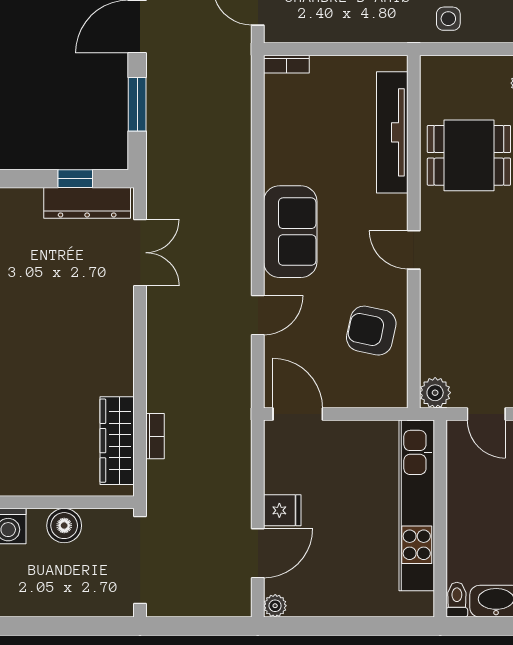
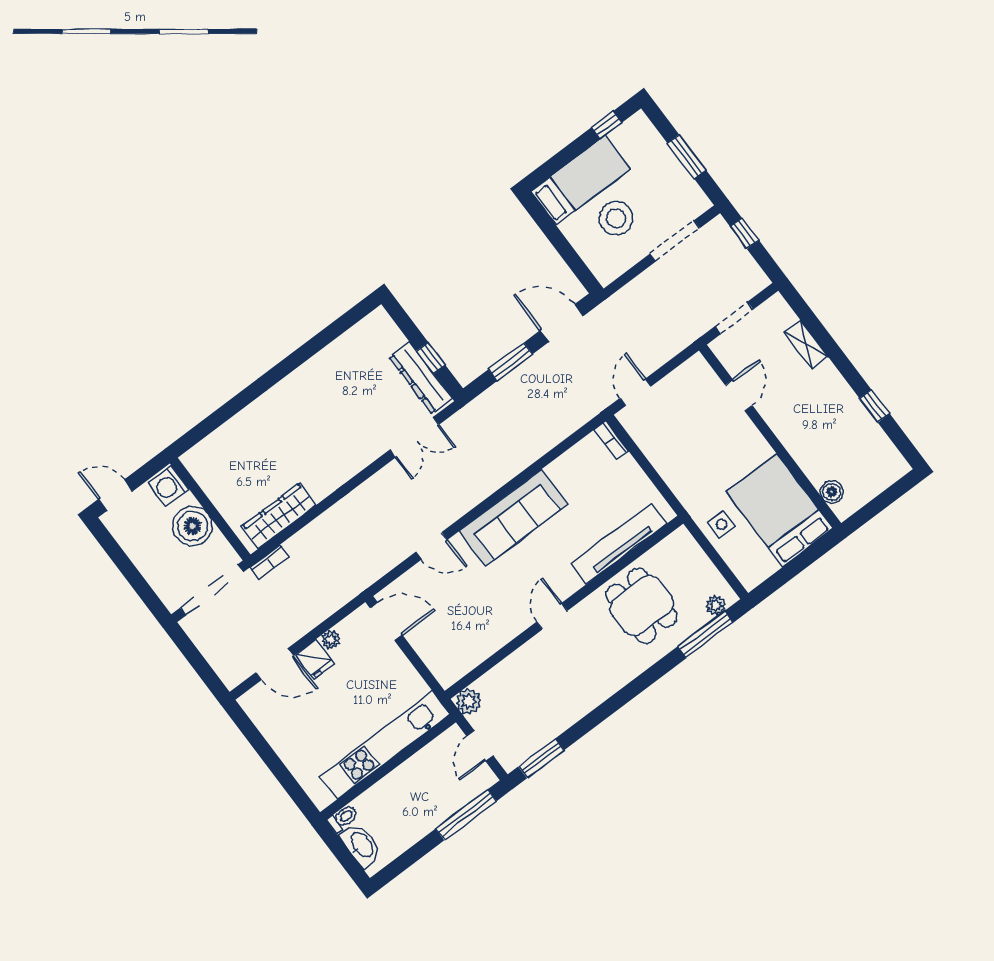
sofa: (290, 232) -> (514, 518), width x1.36
armchair: (371, 331) -> (478, 628), removed
door: (298, 414) -> (386, 621), hinge flipped
bookcase: (155, 436) -> (269, 562), moved
boiler: (64, 526) -> (193, 526), width x1.37, depth x1.37
plant: (275, 606) -> (331, 640), moved

